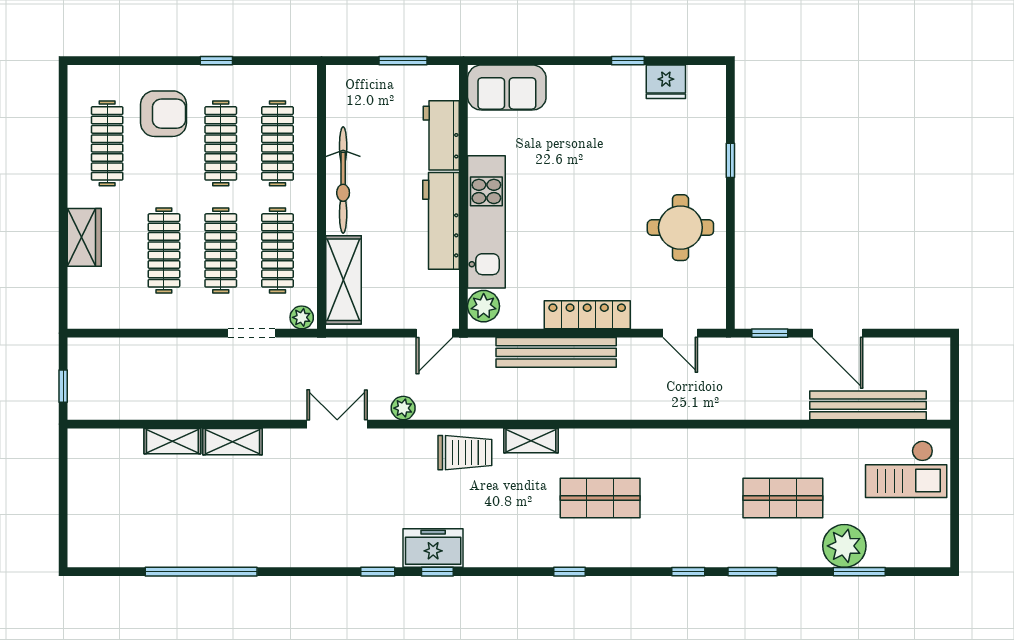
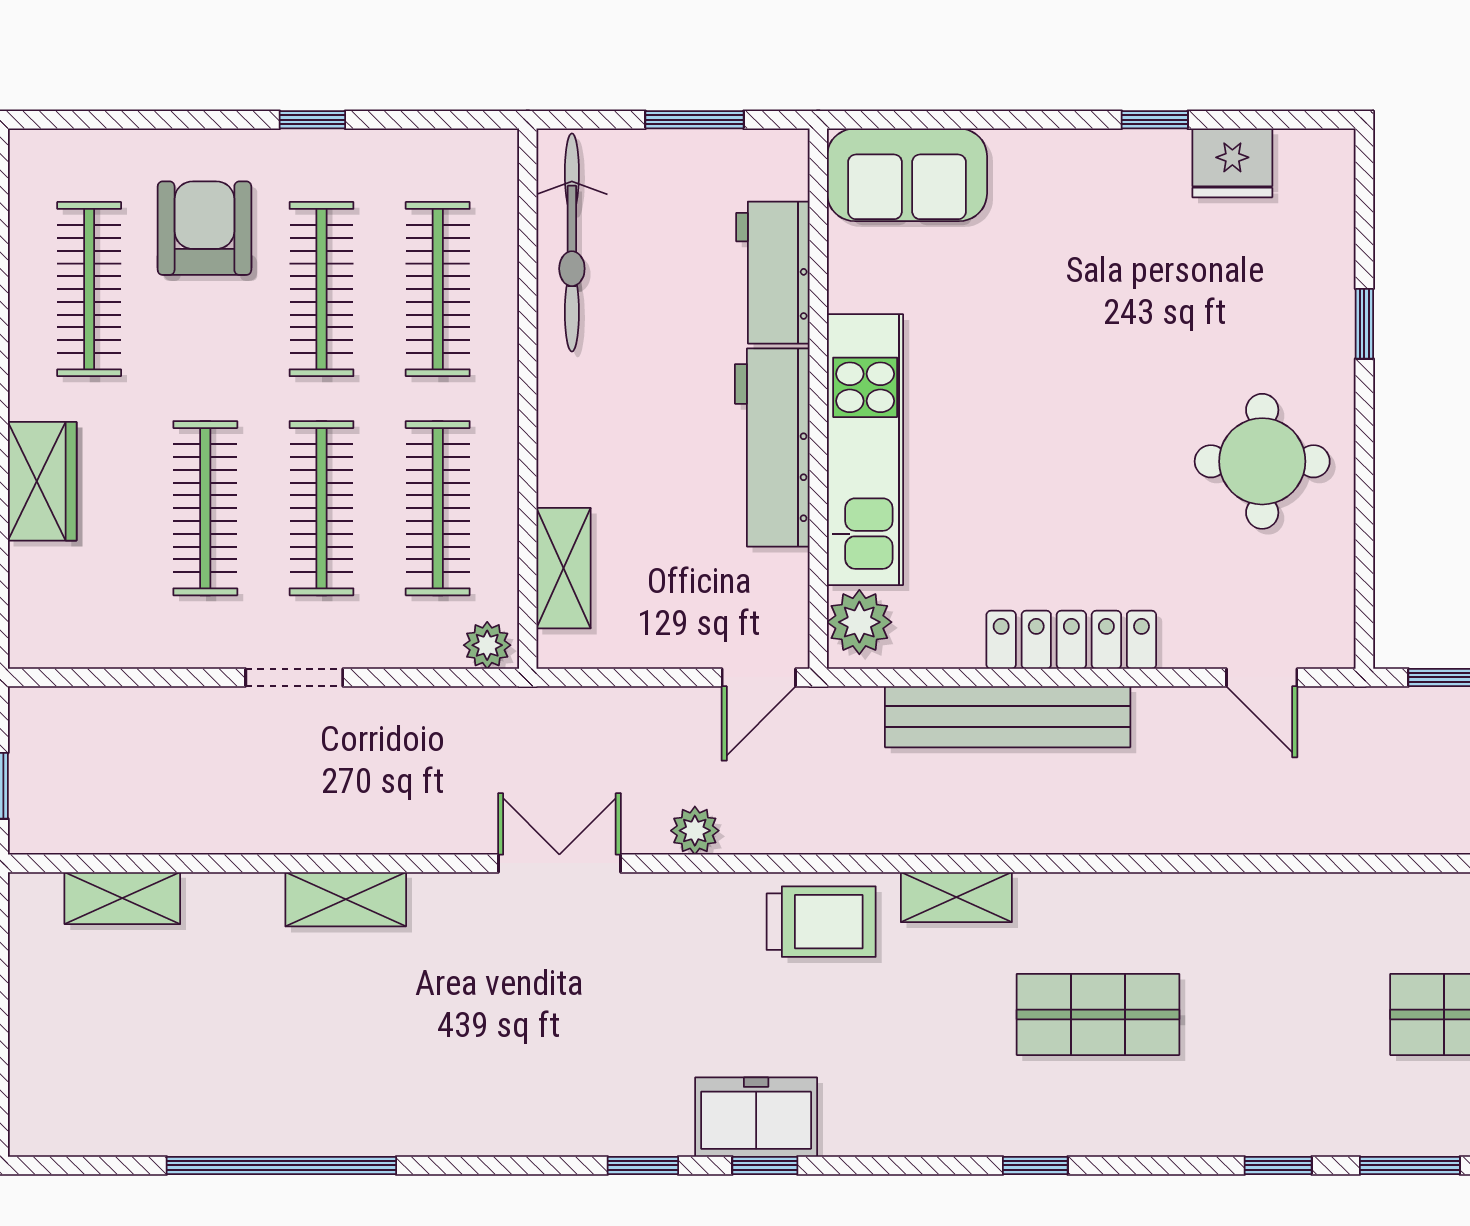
armchair: (164, 114) -> (204, 228), turned -90
bicycle: (343, 180) -> (572, 242), moved
shelving: (343, 280) -> (564, 568), width x0.67, depth x0.75
doorway: (252, 333) -> (294, 677), moved
shelving: (172, 441) -> (122, 898), moved

